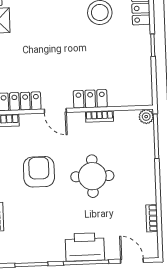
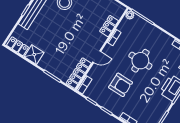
locker: (90, 99) -> (109, 26), moved
armchair: (39, 172) -> (121, 85), turned 180

